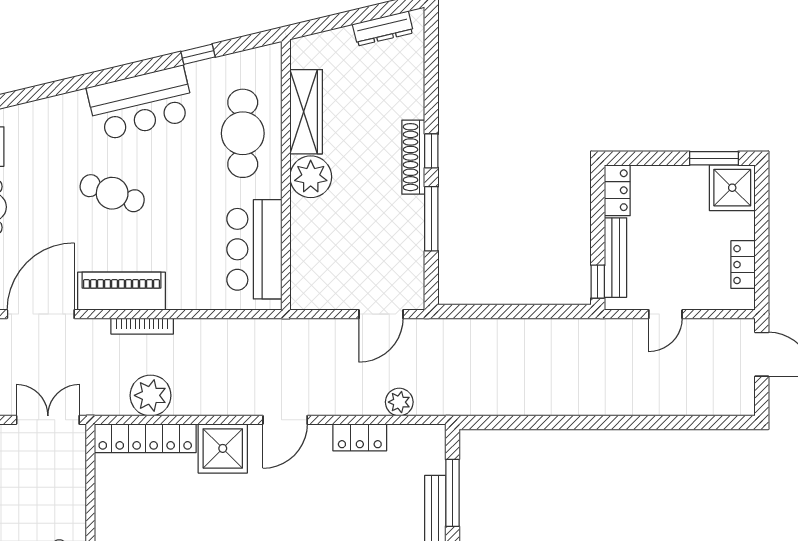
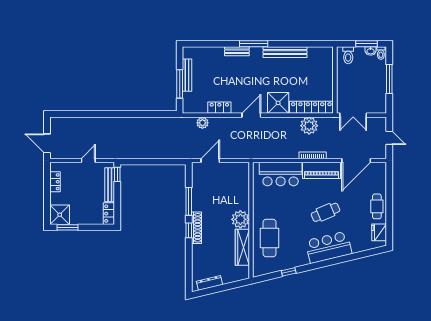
bar counter: (141, 103) -> (329, 247), moved
cafe table: (112, 193) -> (326, 212), turned -42
bar counter: (254, 249) -> (281, 174), moved, turned 90

